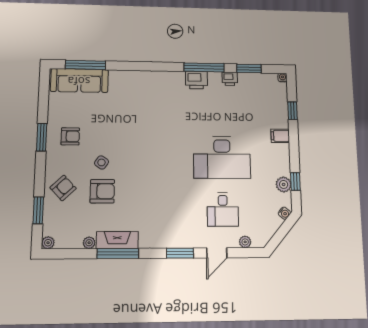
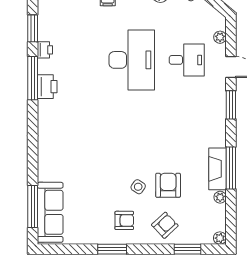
armchair: (70, 136) -> (124, 220), moved, turned 90
armchair: (63, 188) -> (165, 225), turned 90

